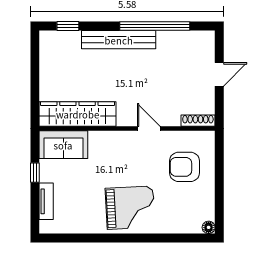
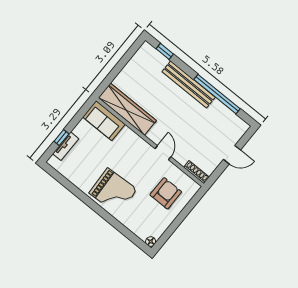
armchair: (184, 167) -> (166, 193), turned 90
window: (35, 173) -> (61, 138), moved

